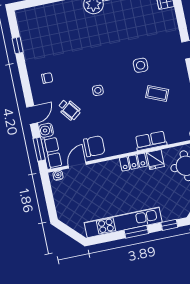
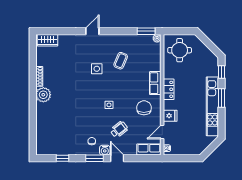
water cooler: (46, 130) -> (105, 150), moved
row of seats: (151, 141) -> (155, 83), moved
chair: (94, 146) -> (144, 108), moved
window: (39, 149) -> (95, 158), moved
fridge: (155, 160) -> (170, 116), moved
door: (77, 165) -> (162, 132), hinge flipped

